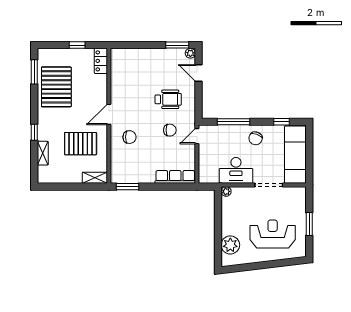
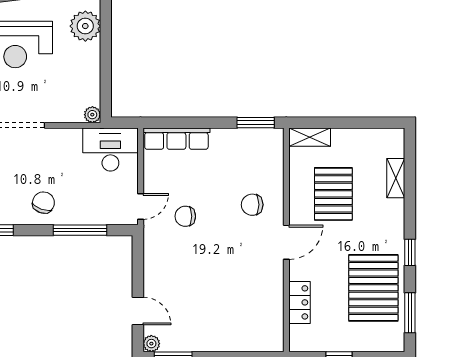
locker: (101, 61) -> (299, 302), moved
wheelchair: (168, 99) -> (188, 267), removed
window: (34, 132) -> (410, 252), moved
pallet: (81, 144) -> (333, 194), turned 90
desk: (236, 170) -> (110, 150), moved

